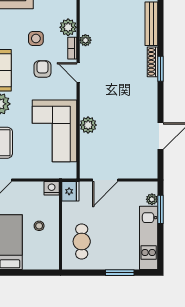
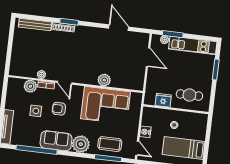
door: (78, 72) -> (65, 83), hinge flipped
door: (105, 180) -> (148, 57), moved
nightstand: (52, 188) -> (145, 132), moved
fridge: (70, 191) -> (163, 100), moved

